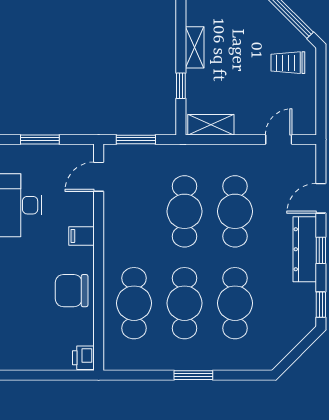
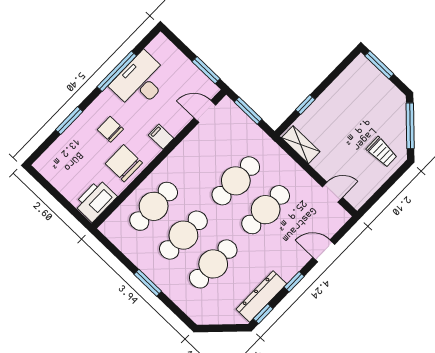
shelving: (195, 47) -> (335, 90), removed
trolley: (288, 63) -> (382, 152), turned 180
window: (40, 139) -> (206, 70), moved
dresser: (305, 249) -> (261, 297), moved
chair: (31, 272) -> (110, 129), added
printer: (83, 358) -> (95, 201), width x1.87, depth x1.48

